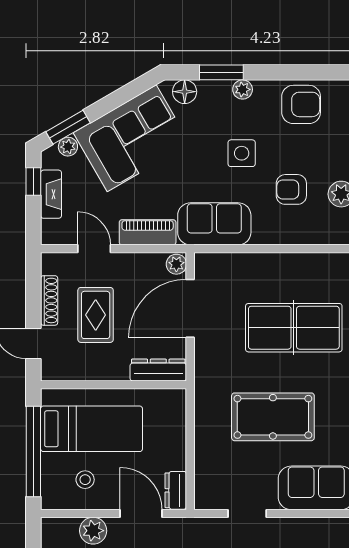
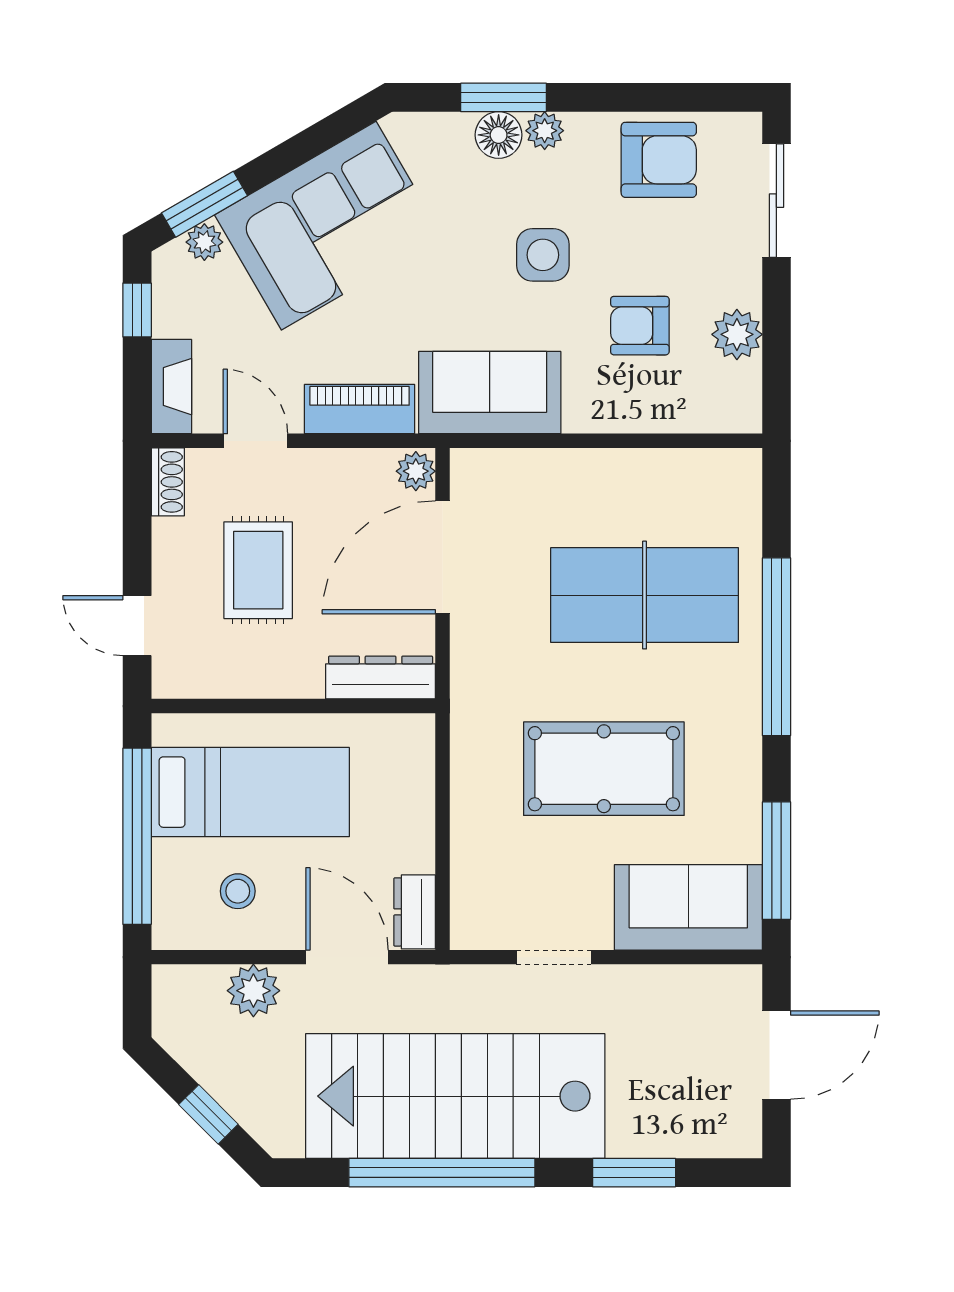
floor lamp: (185, 92) -> (499, 135), moved
fireplace: (51, 194) -> (171, 387), moved
shoe rack: (49, 300) -> (168, 482), moved, width x0.70

